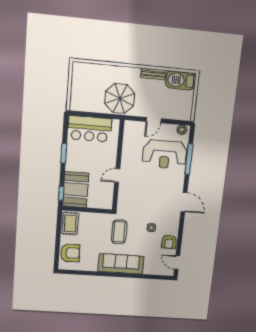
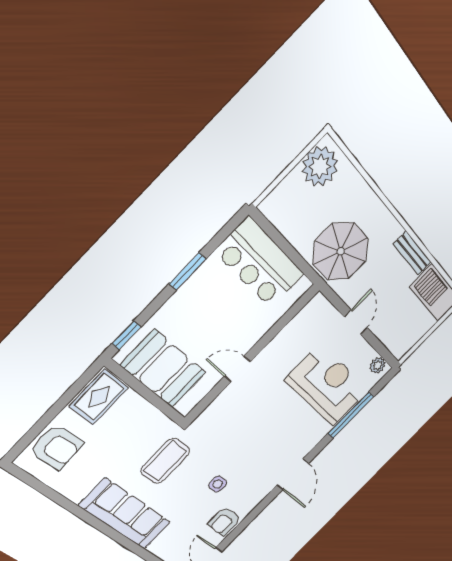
plant: (81, 75) -> (320, 166), added
door: (154, 120) -> (356, 322), swing flipped
reception desk: (165, 154) -> (327, 385), turned 180
booth: (76, 190) -> (164, 369), moved, turned 90

